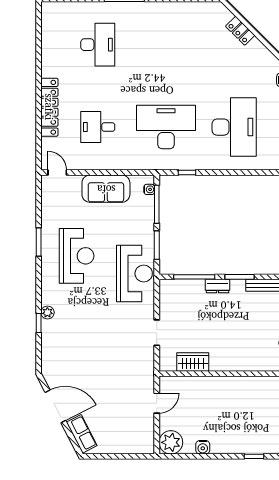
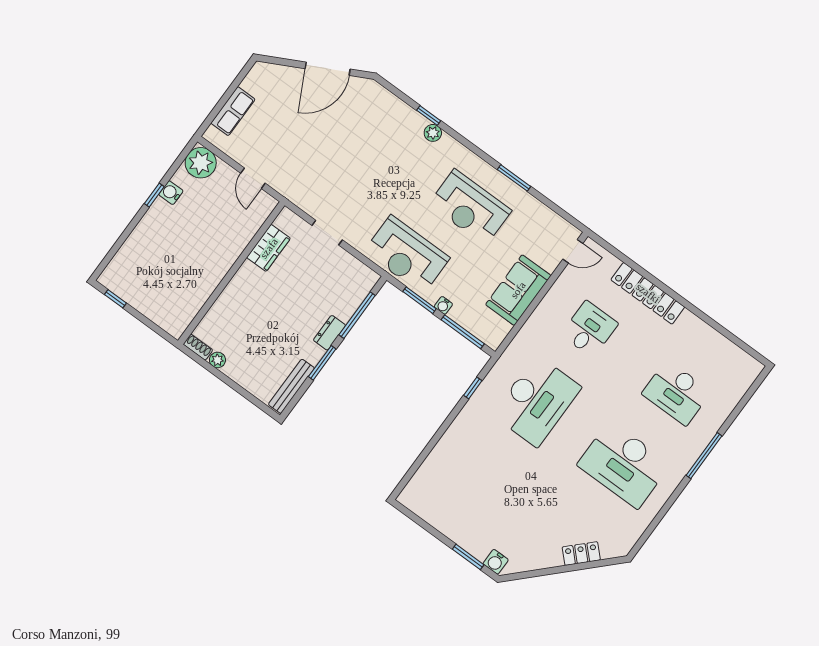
desk: (234, 127) -> (624, 465), moved
water cooler: (149, 189) -> (443, 305), moved
row of seats: (82, 434) -> (233, 111), moved, turned -63
window: (254, 456) -> (154, 195), moved

